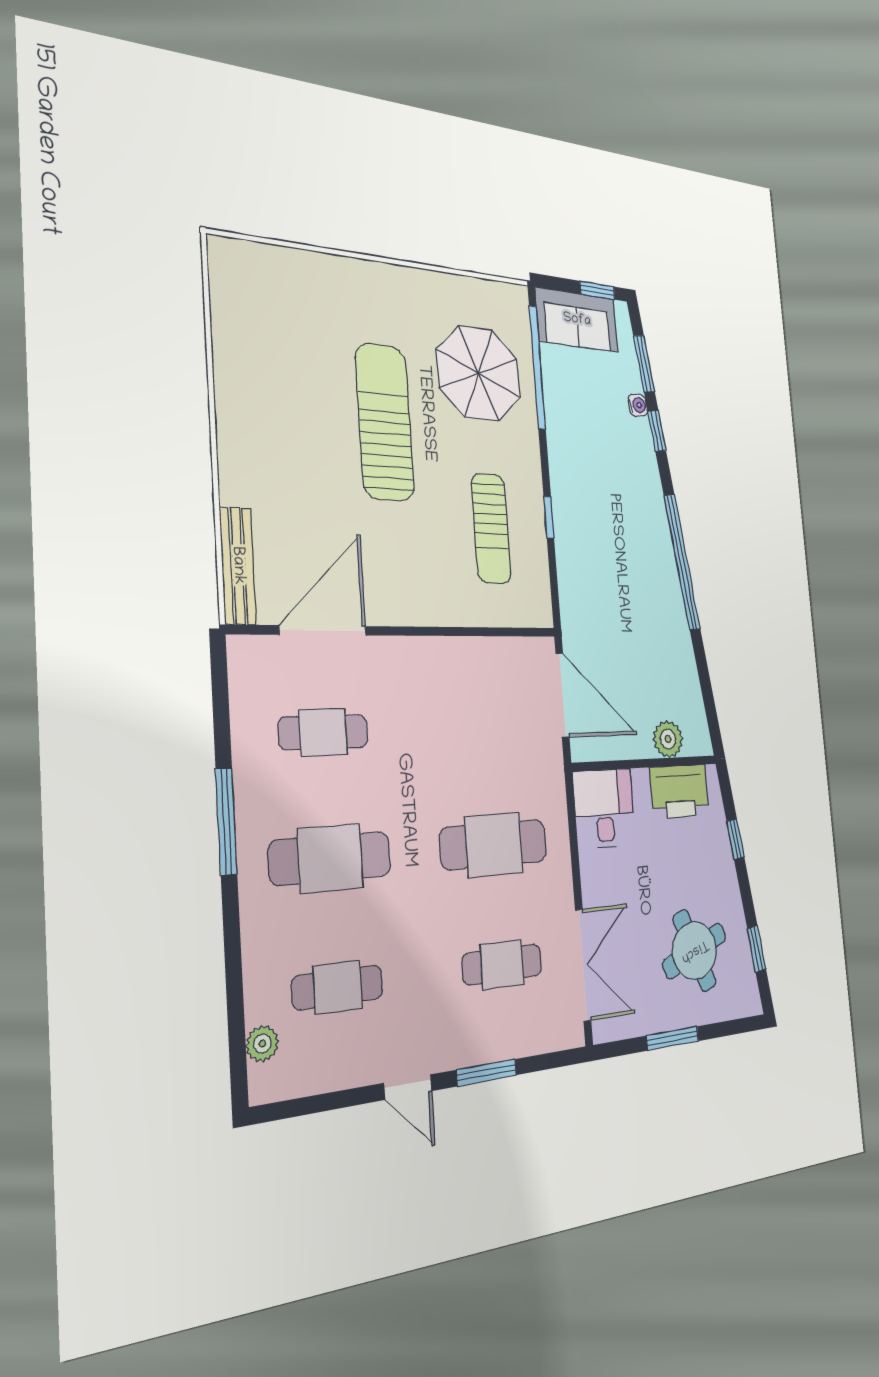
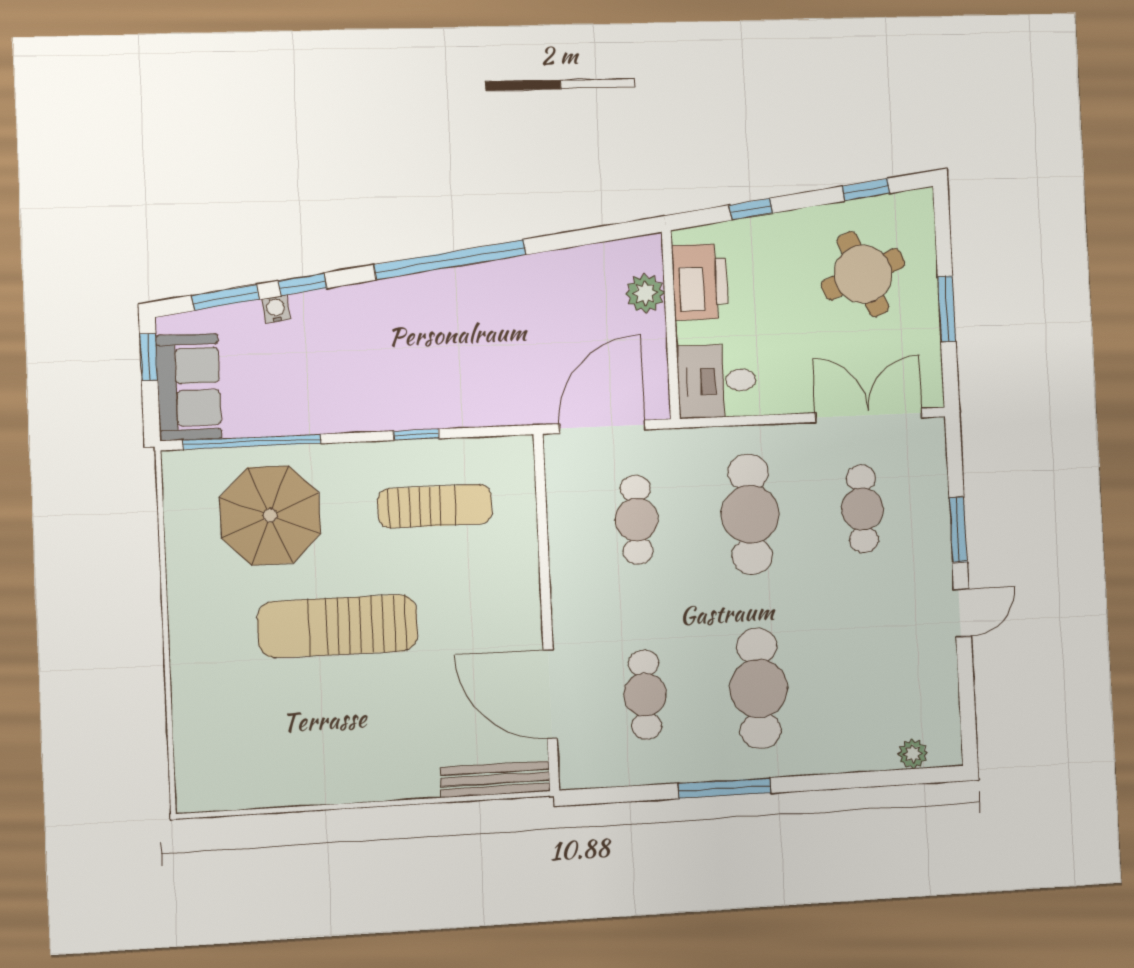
cafe table: (338, 987) -> (637, 520), moved

